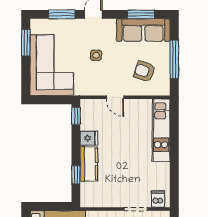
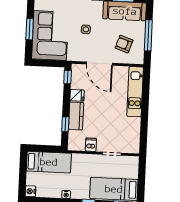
window: (26, 43) -> (30, 29), moved
door: (115, 97) -> (99, 64), width x1.87
dishwasher: (158, 199) -> (91, 145), moved

